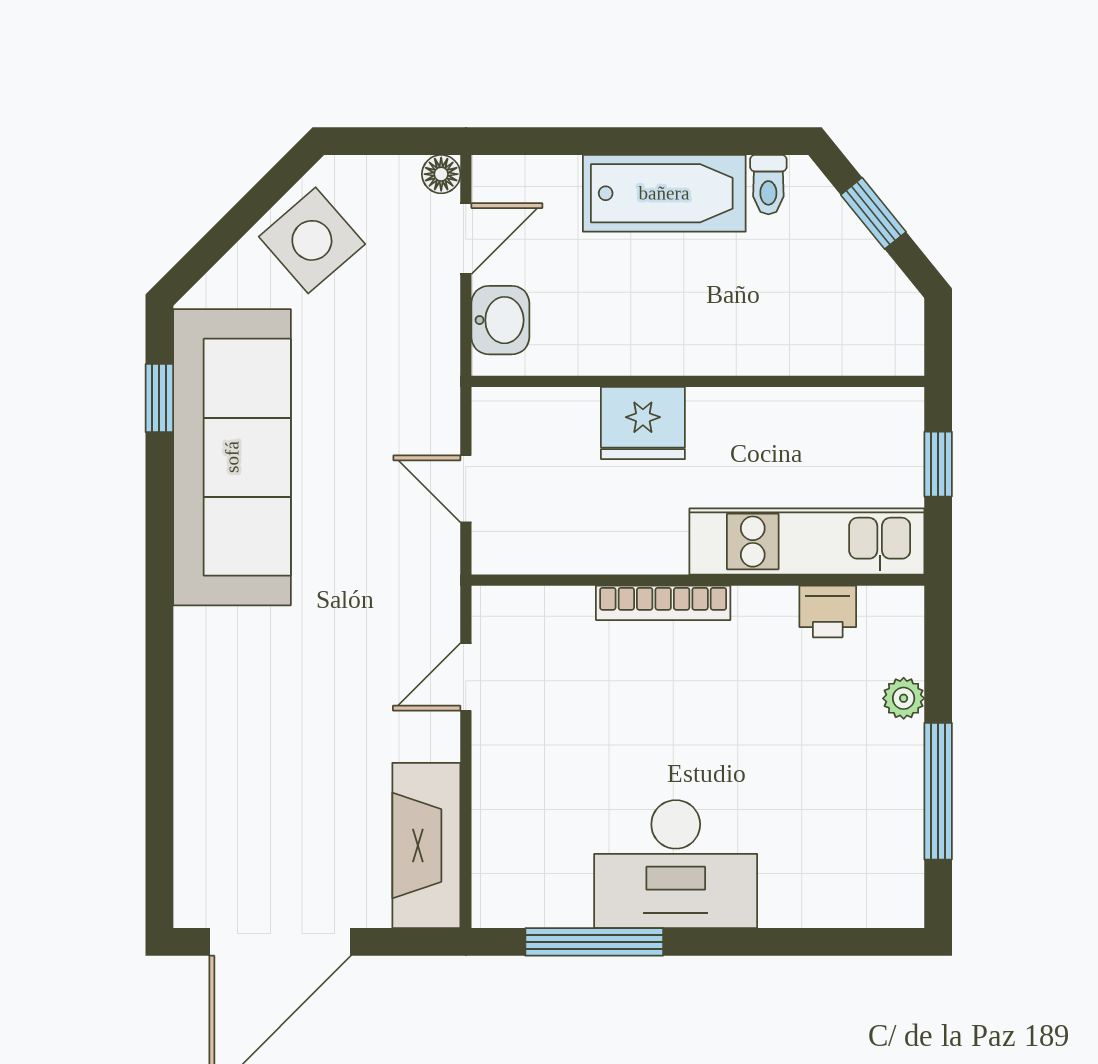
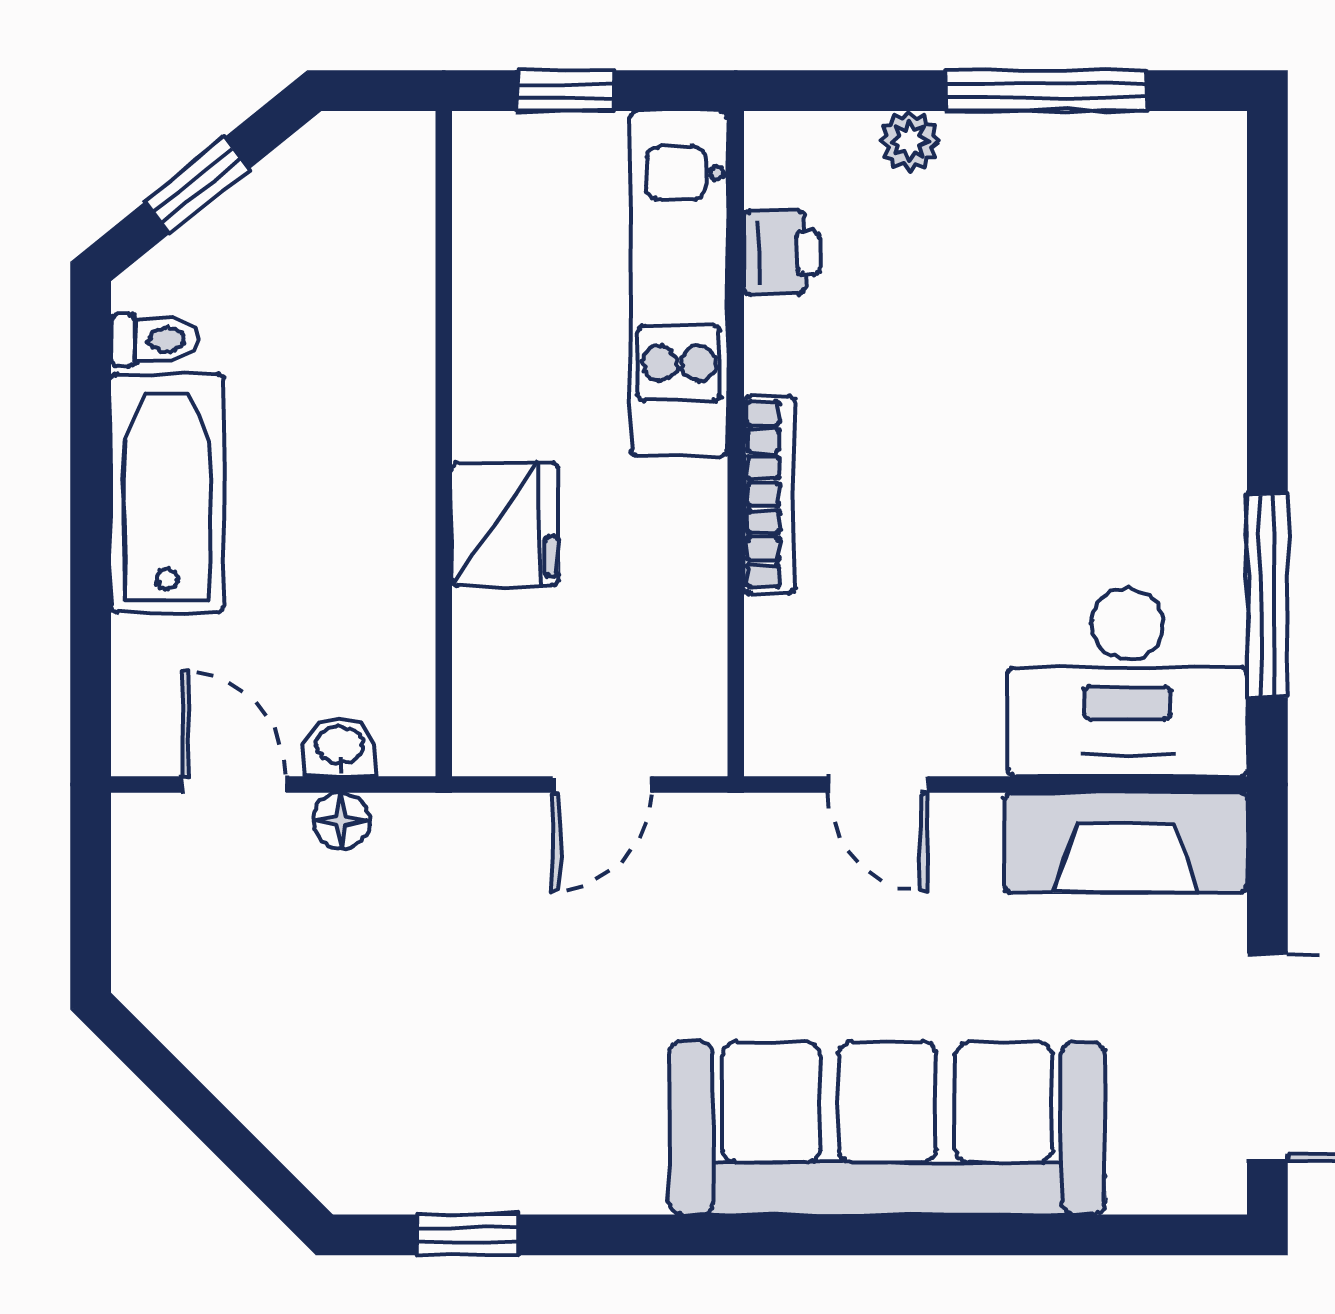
floor lamp: (441, 174) -> (341, 821), moved
side table: (312, 240) -> (237, 1011), removed
washbasin: (500, 320) -> (340, 747), width x0.72, depth x0.69
sofa: (232, 457) -> (887, 1128), moved
desk: (676, 864) -> (1127, 682), moved, turned 90

